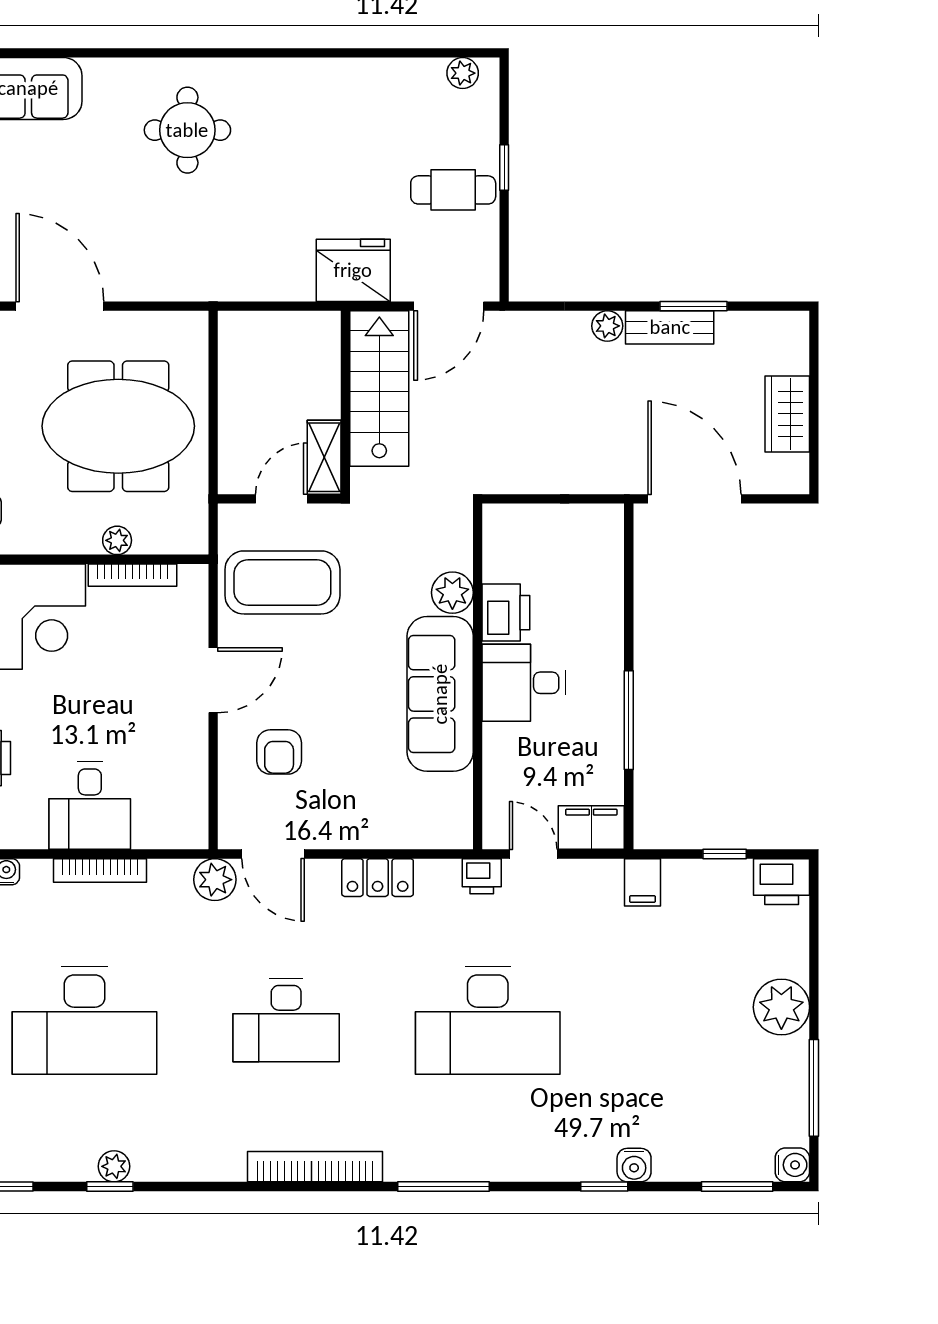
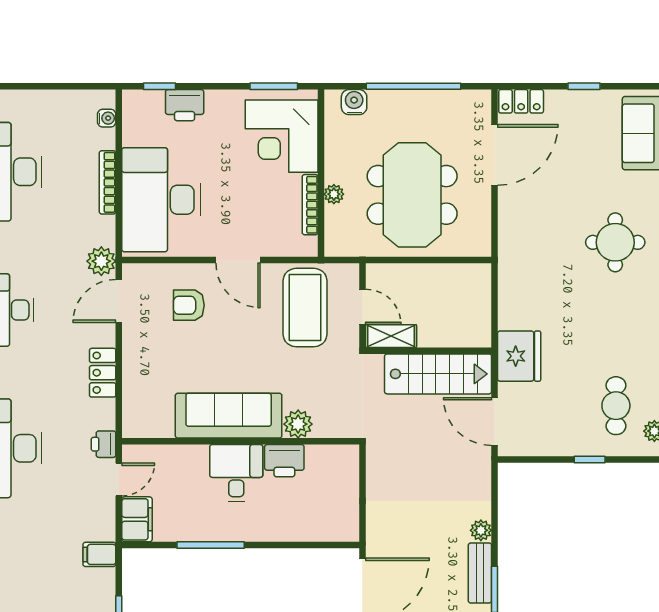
cafe table: (453, 190) -> (616, 406), moved
desk: (90, 806) -> (161, 200), width x1.87, depth x1.30

